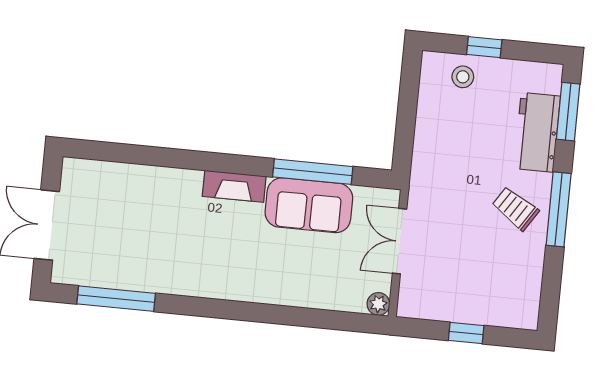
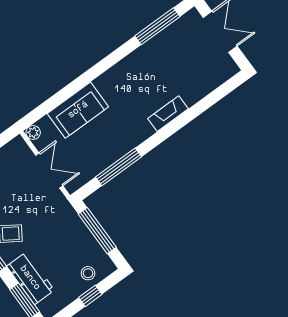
window: (406, 118) -> (97, 231), added
fireplace: (234, 186) -> (168, 114), moved
sofa: (309, 205) -> (78, 110), moved, turned 180

